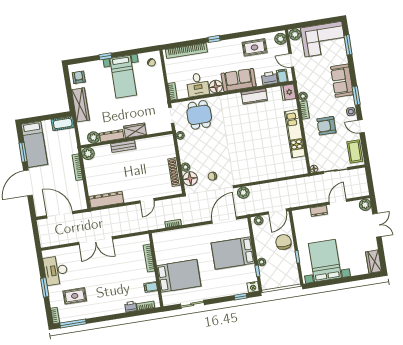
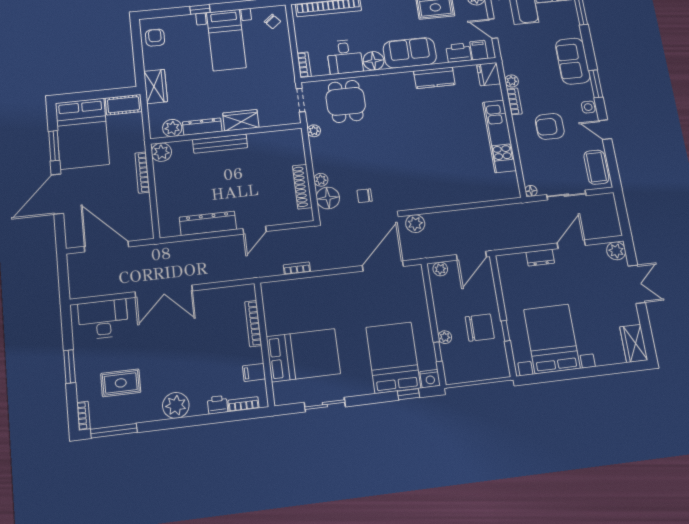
wardrobe: (81, 105) -> (156, 86), width x0.67
bed: (34, 144) -> (82, 134), width x1.50
bench: (123, 146) -> (220, 144), width x1.36
dresser: (106, 200) -> (208, 223), moved
chair: (284, 242) -> (480, 328), moved, turned 90
bed: (233, 253) -> (393, 358), moved, turned 90
desk: (56, 270) -> (103, 319), moved, turned 90
plant: (107, 308) -> (176, 405), added

